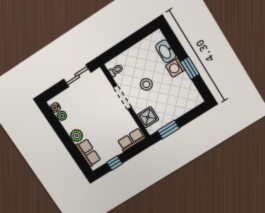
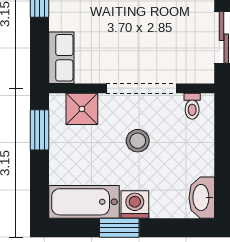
washbasin: (166, 51) -> (202, 198), moved, turned -90
bathtub: (188, 91) -> (84, 202), added
doorway: (123, 97) -> (141, 88), width x1.36

